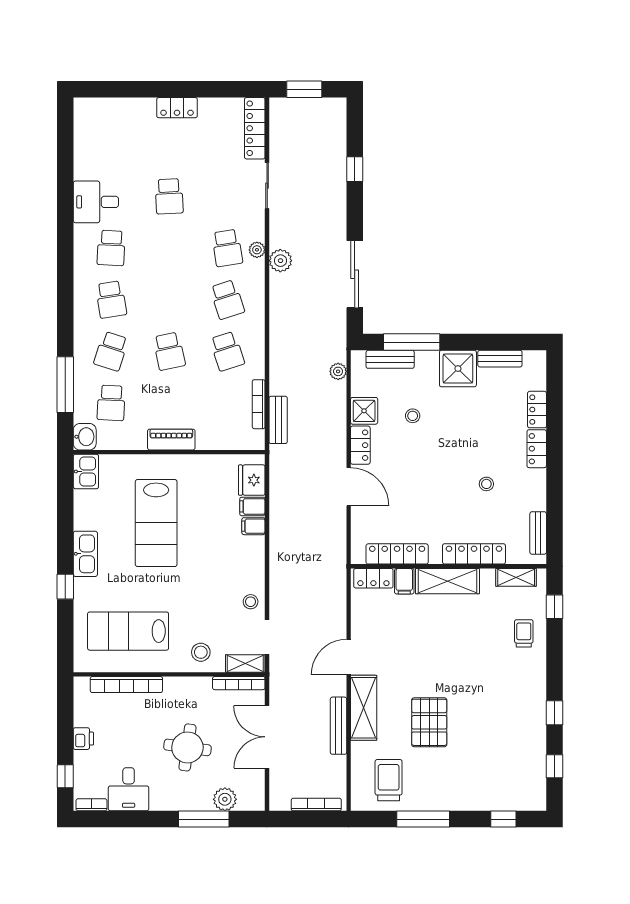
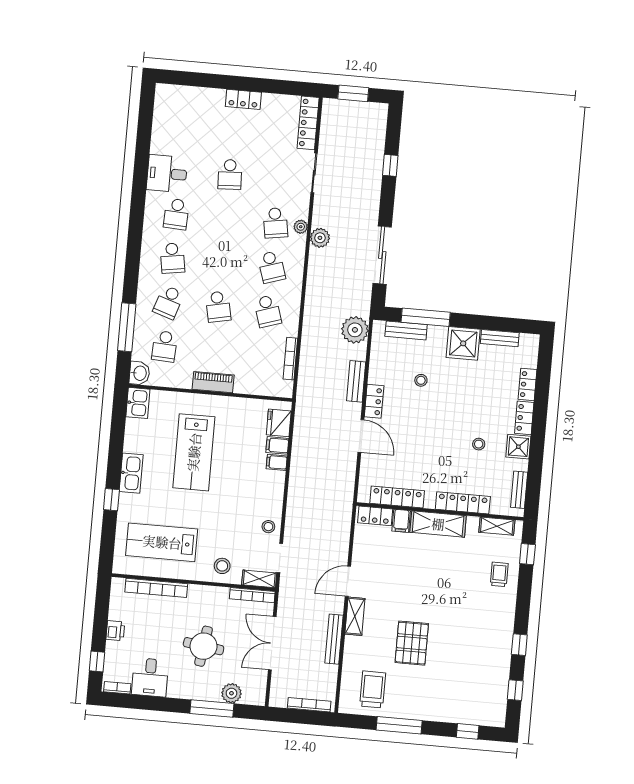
plant: (338, 371) -> (355, 330), width x1.87, depth x1.87
shower: (364, 411) -> (518, 447), moved
bench: (278, 420) -> (356, 381), moved
shelving: (364, 708) -> (355, 616), width x0.67, depth x0.75

